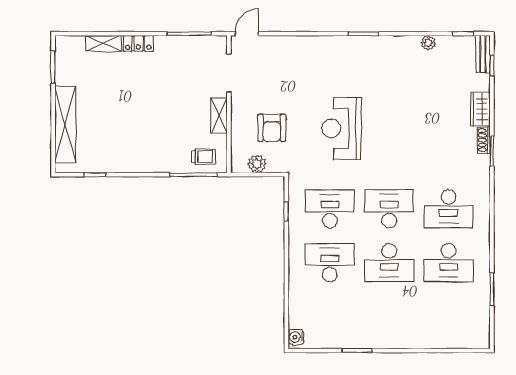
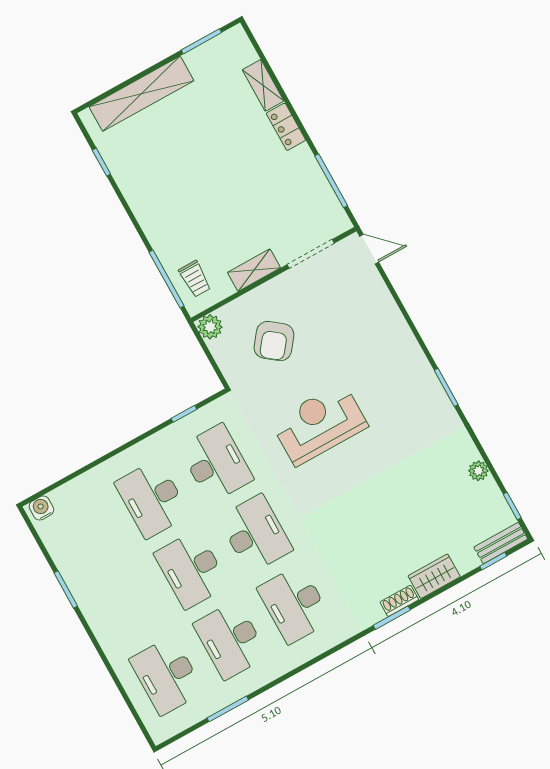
armchair: (272, 128) -> (274, 341), turned -52
plant: (257, 164) -> (210, 327), moved
desk: (330, 263) -> (152, 499), turned 180
desk: (449, 316) -> (167, 676), added

